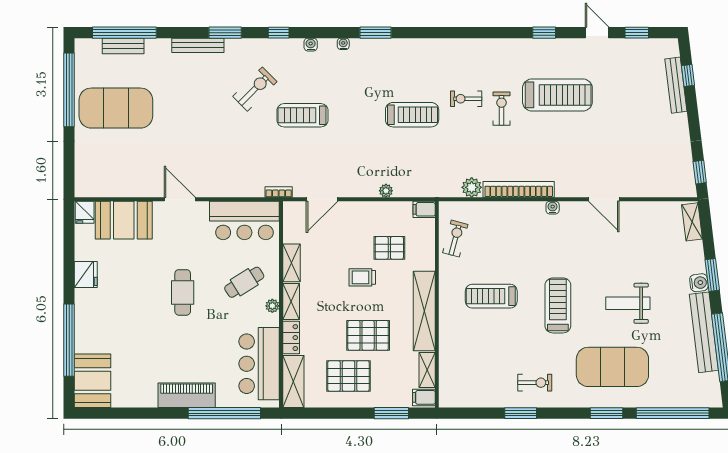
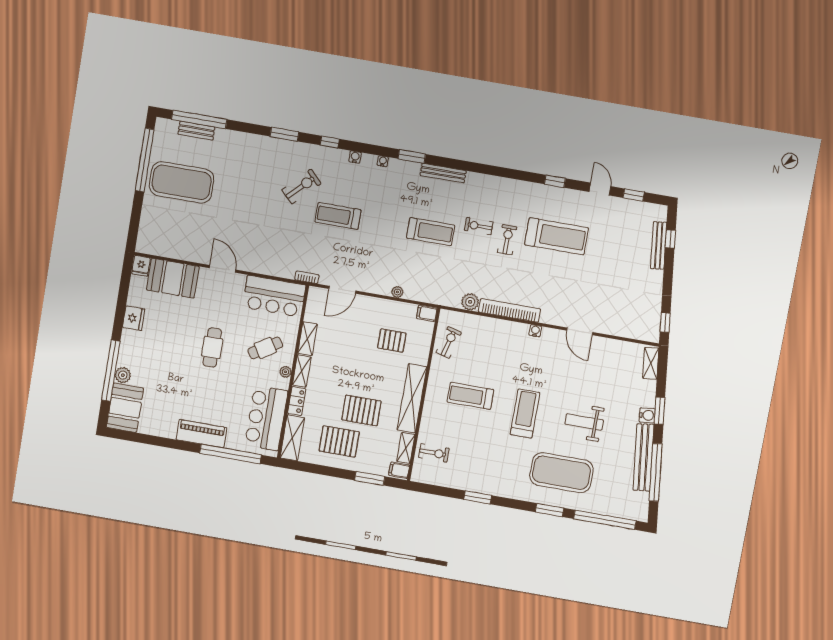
bench: (198, 45) -> (443, 173), moved
trolley: (362, 277) -> (365, 361), removed
plant: (84, 343) -> (123, 375), added
exercise bike: (535, 383) -> (434, 453), moved

